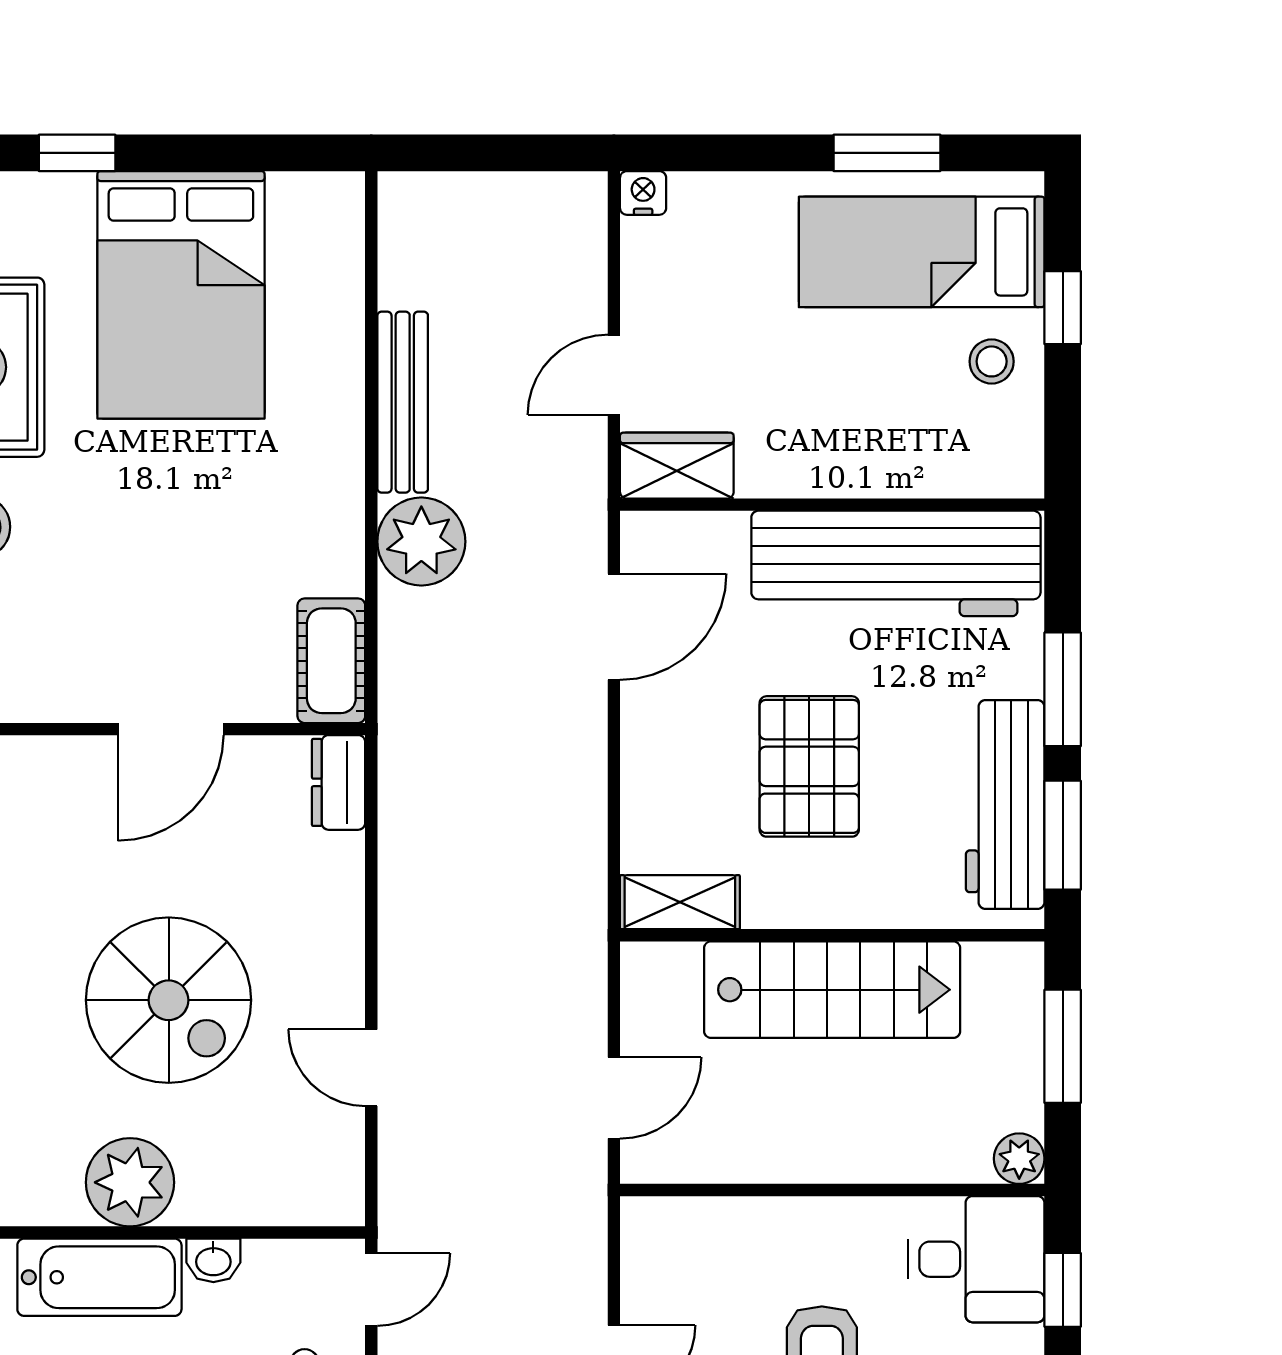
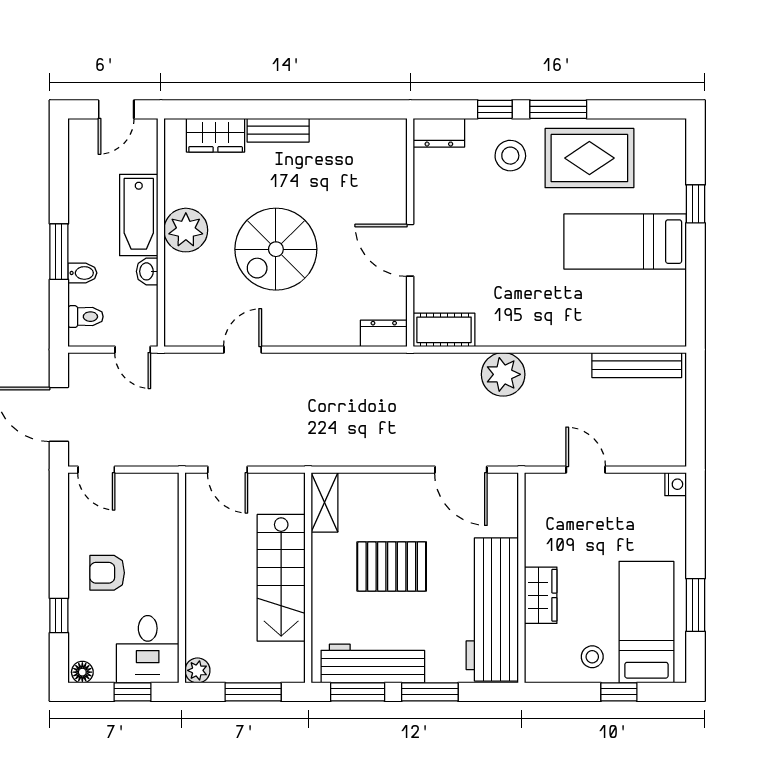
bed: (181, 295) -> (625, 242), width x0.67
bench: (403, 402) -> (637, 365), moved
wardrobe: (677, 466) -> (541, 595), moved

